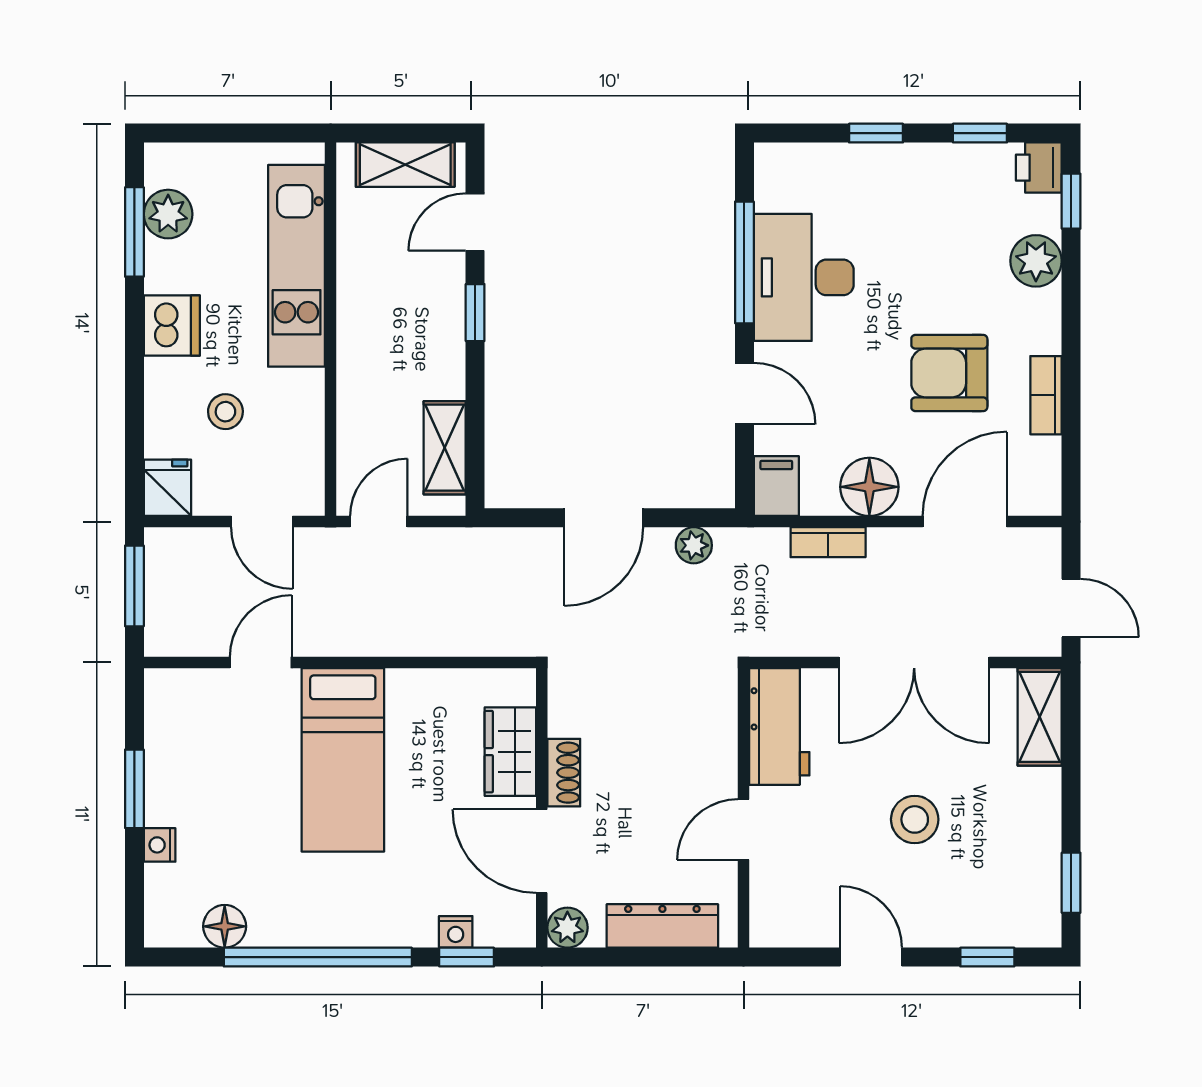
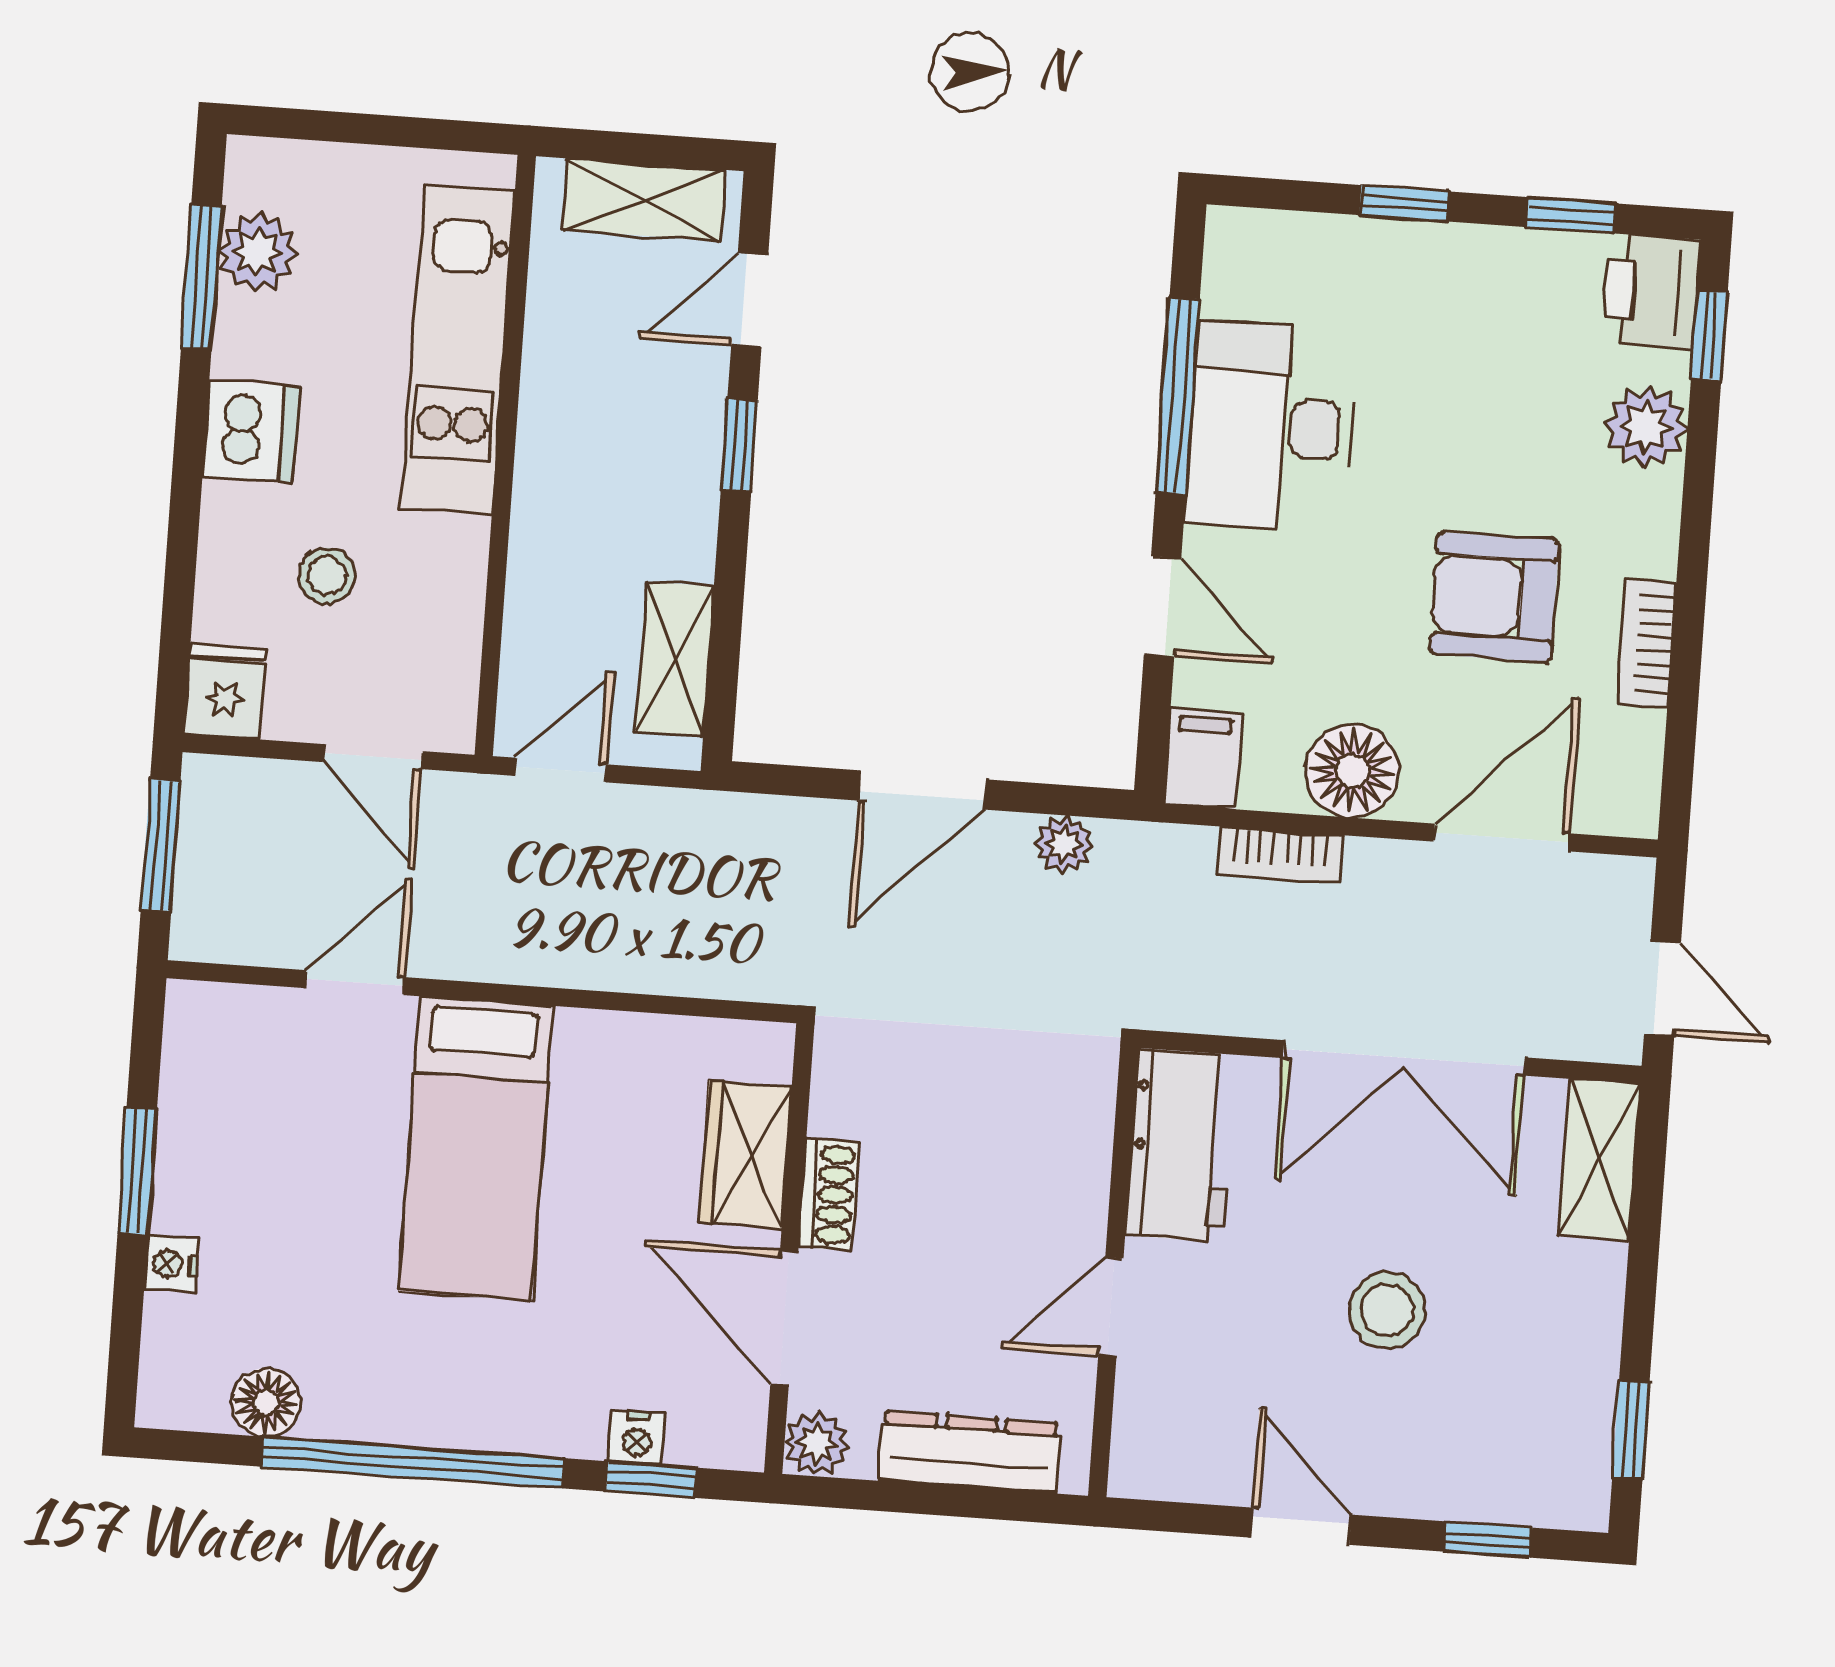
printer: (1039, 168) -> (1651, 292), width x1.36, depth x1.24

